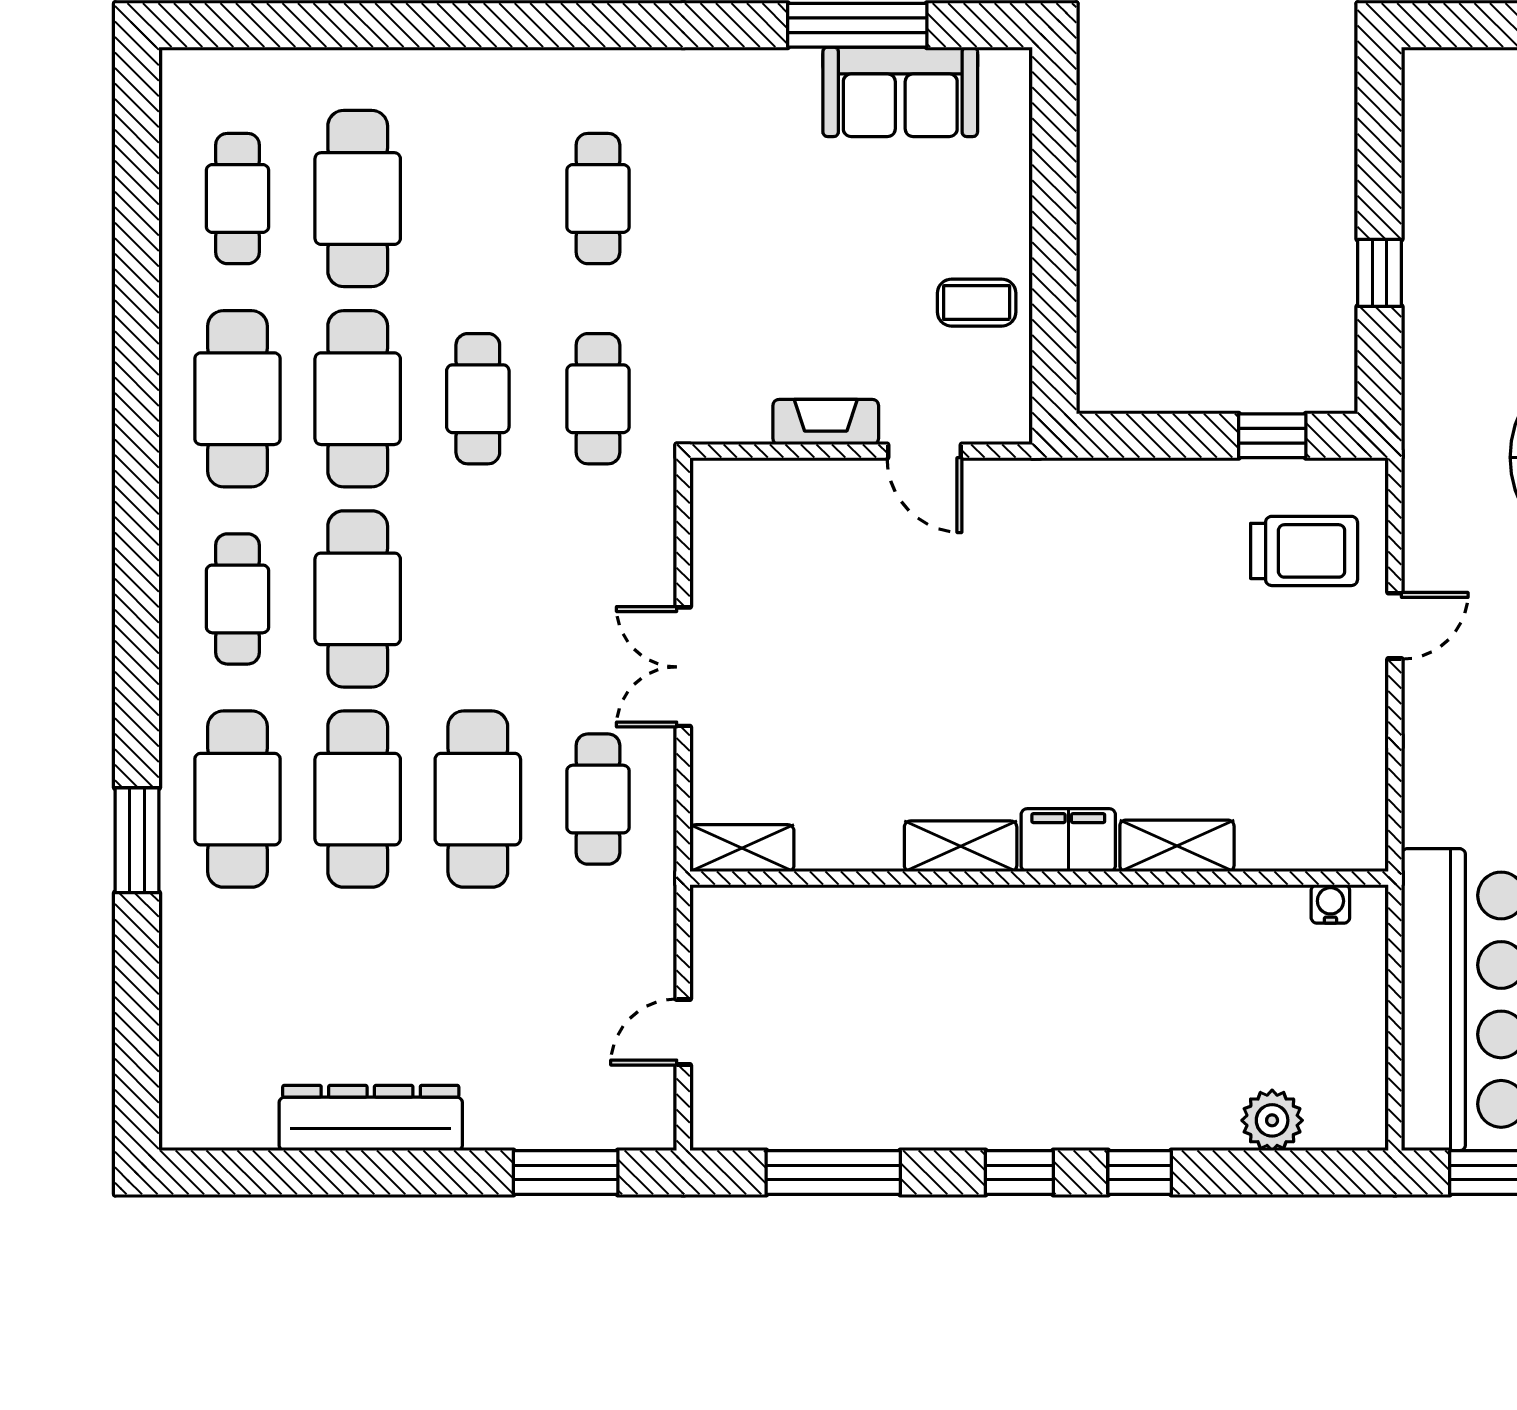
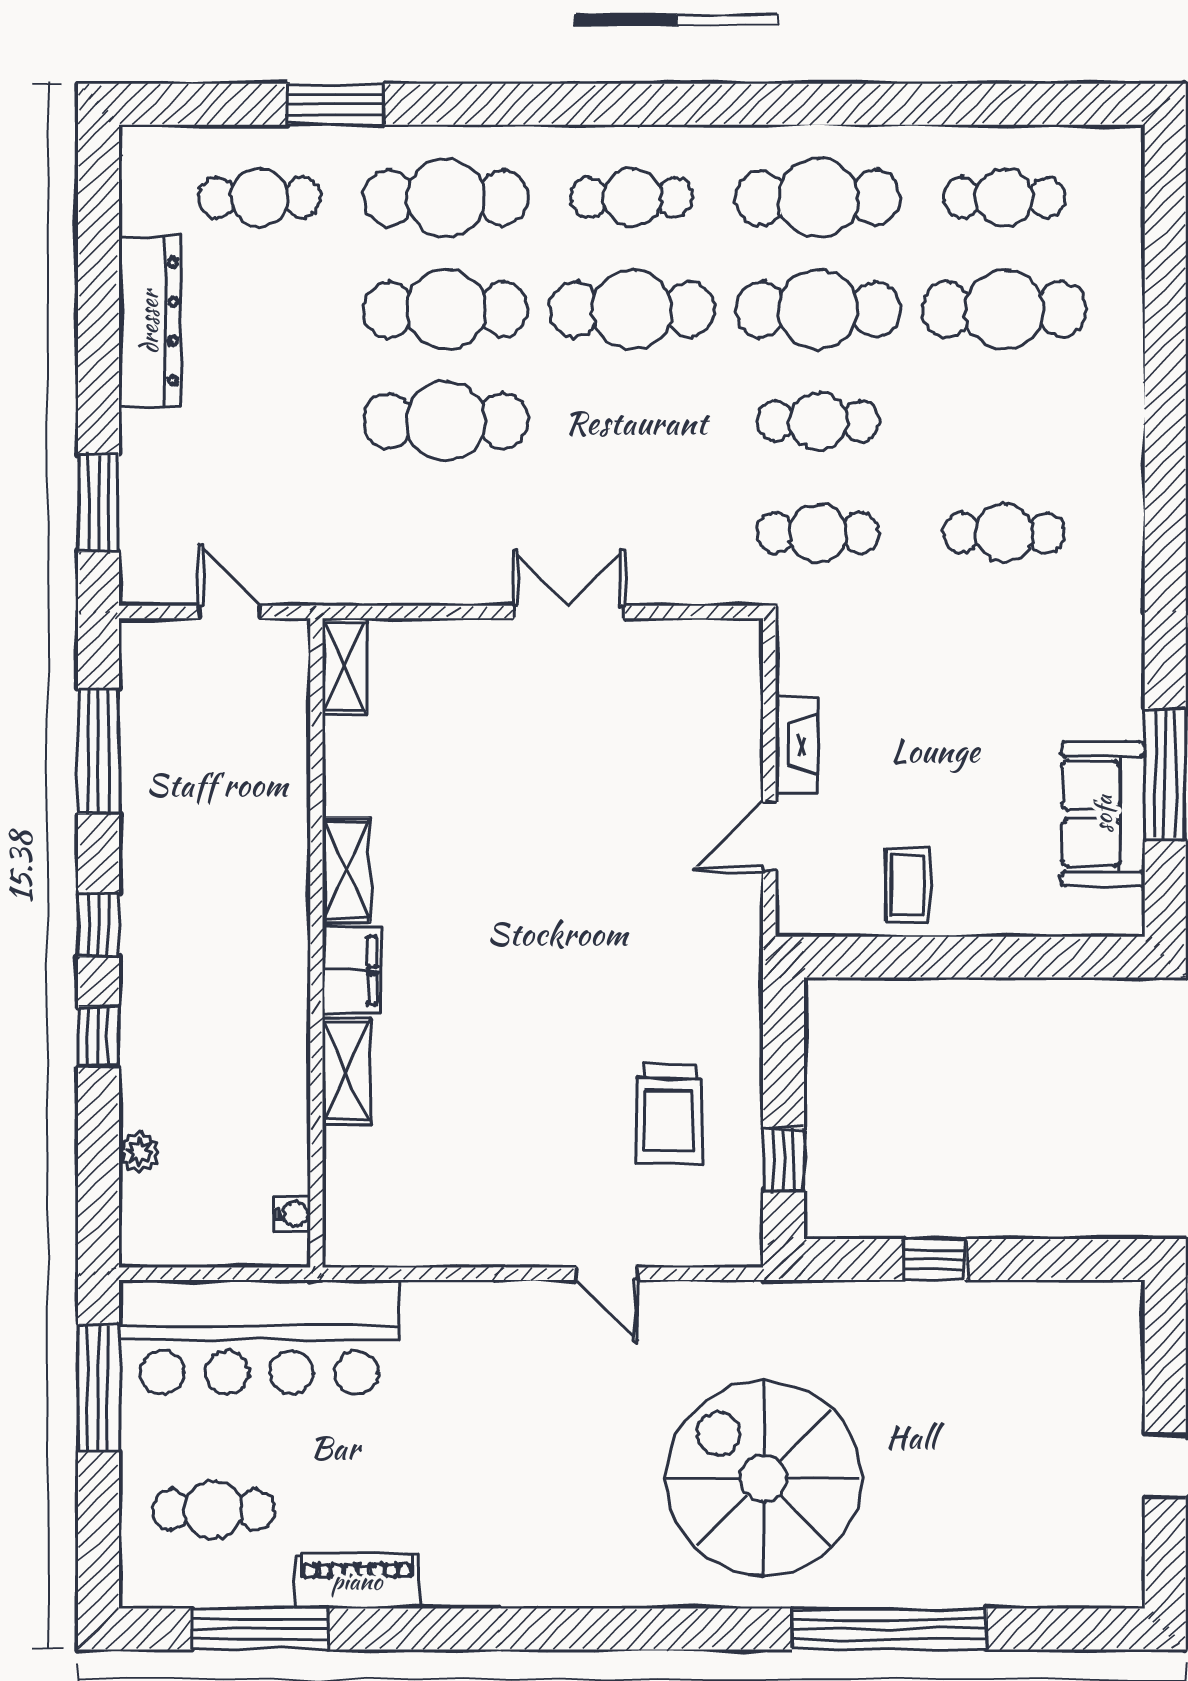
trolley: (1304, 551) -> (669, 1114), moved
cafe table: (598, 799) -> (260, 198), moved
window: (137, 840) -> (335, 104), moved
filing cabinet: (1068, 840) -> (352, 970), moved
shelving: (961, 846) -> (346, 870), moved
shelving: (1177, 846) -> (346, 1071), moved
shelving: (742, 848) -> (344, 667), moved
wall: (1039, 878) -> (316, 943), moved
water cooler: (1330, 904) -> (292, 1214), moved
plant: (1272, 1120) -> (139, 1152), width x0.73, depth x0.73

